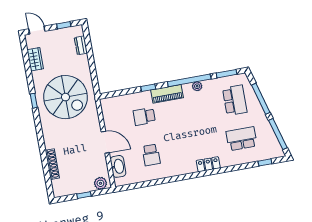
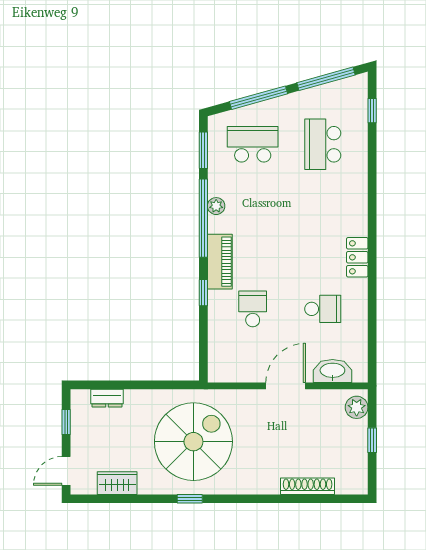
school desk: (144, 116) -> (253, 309), turned 180
locker: (208, 164) -> (357, 257), moved

